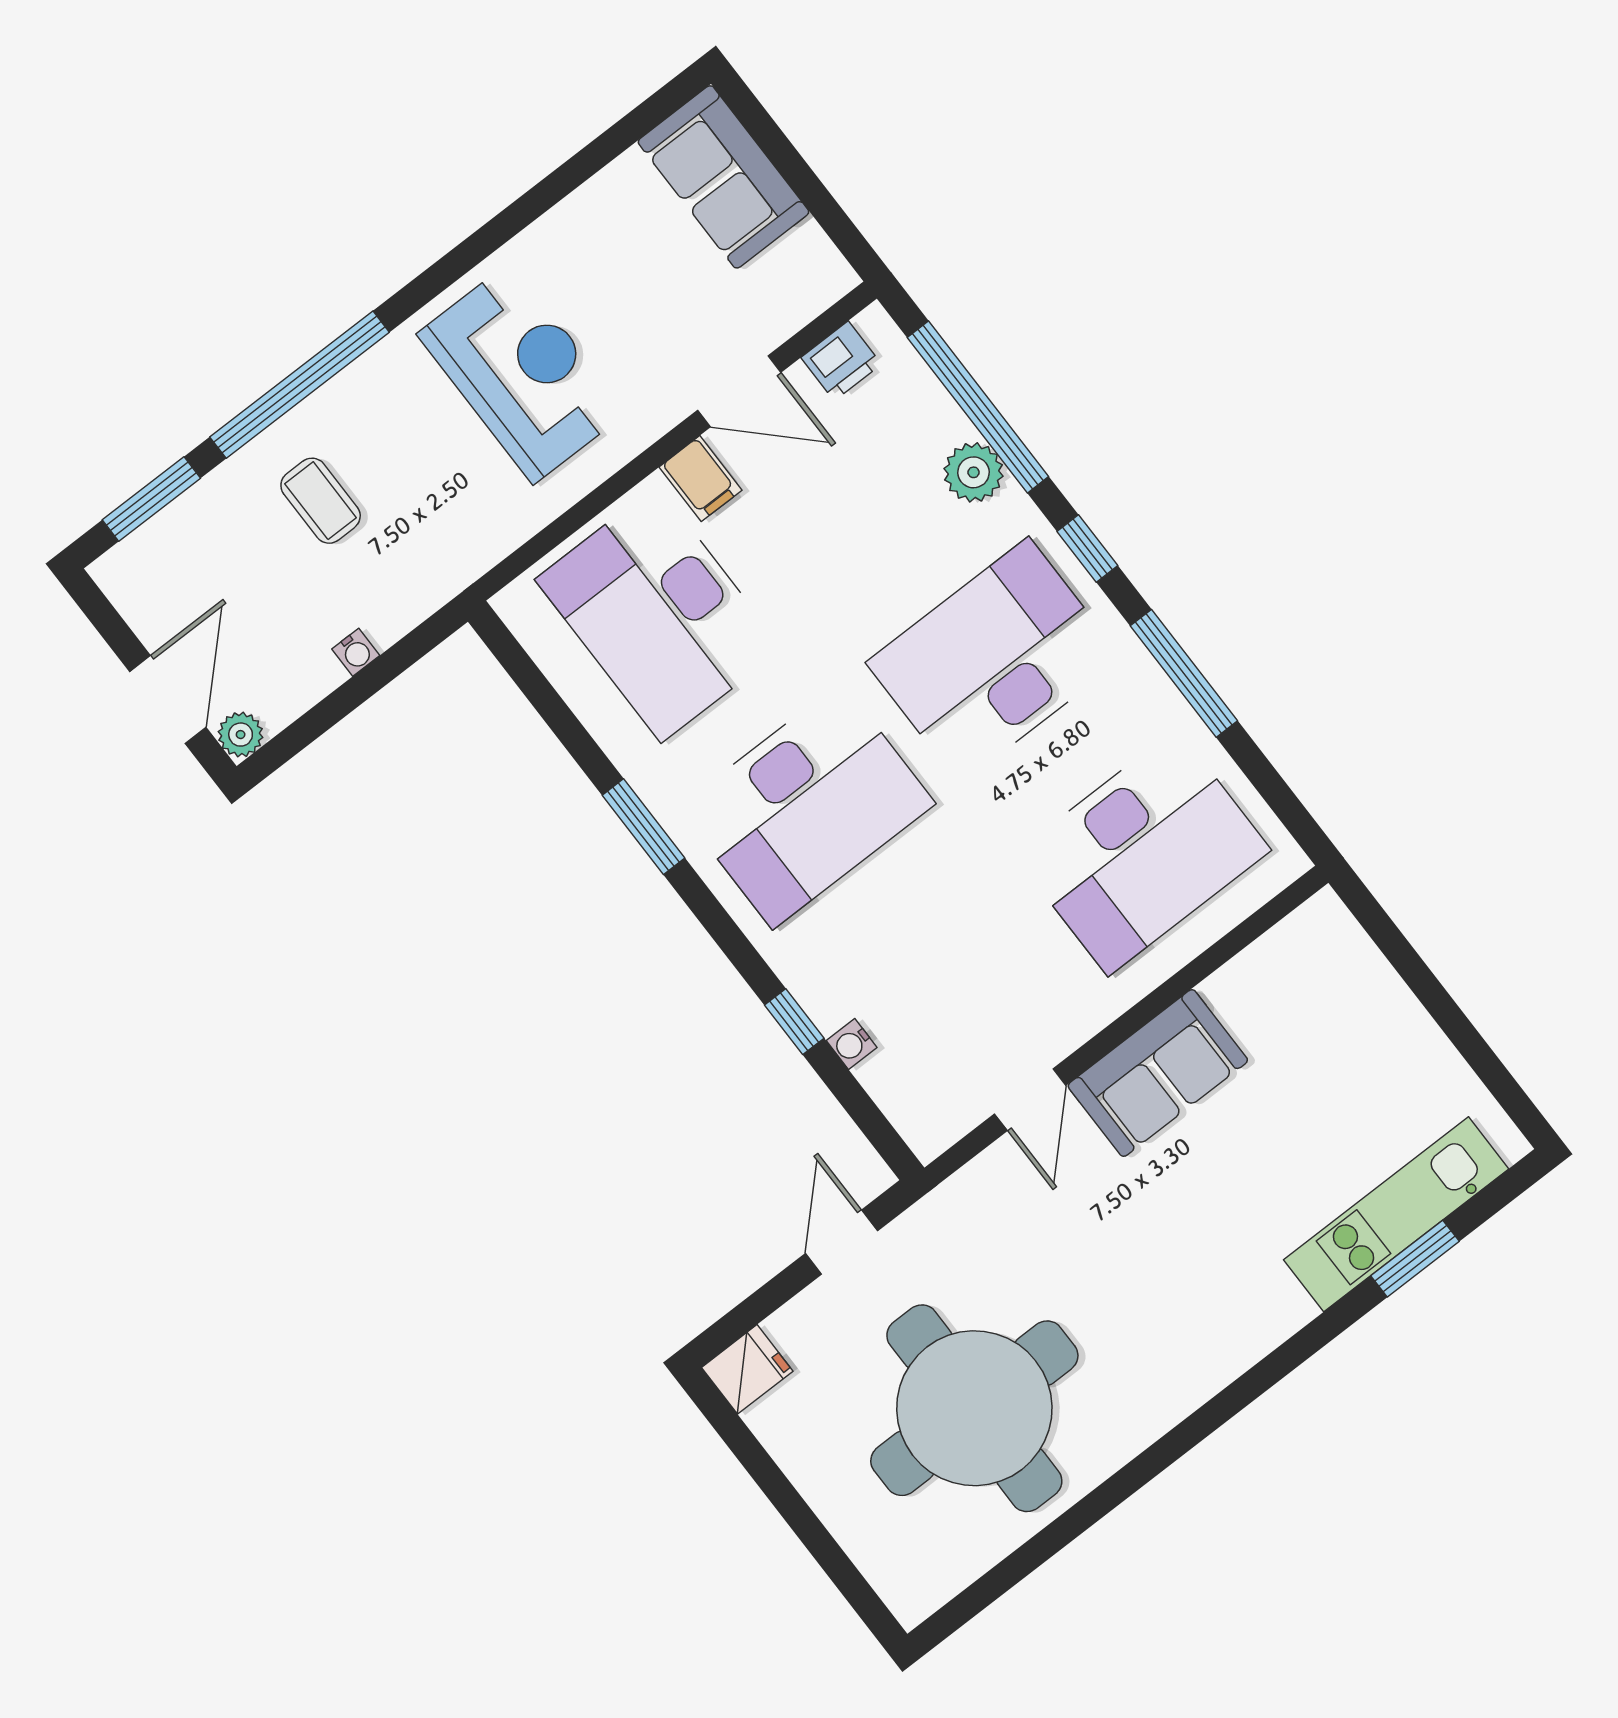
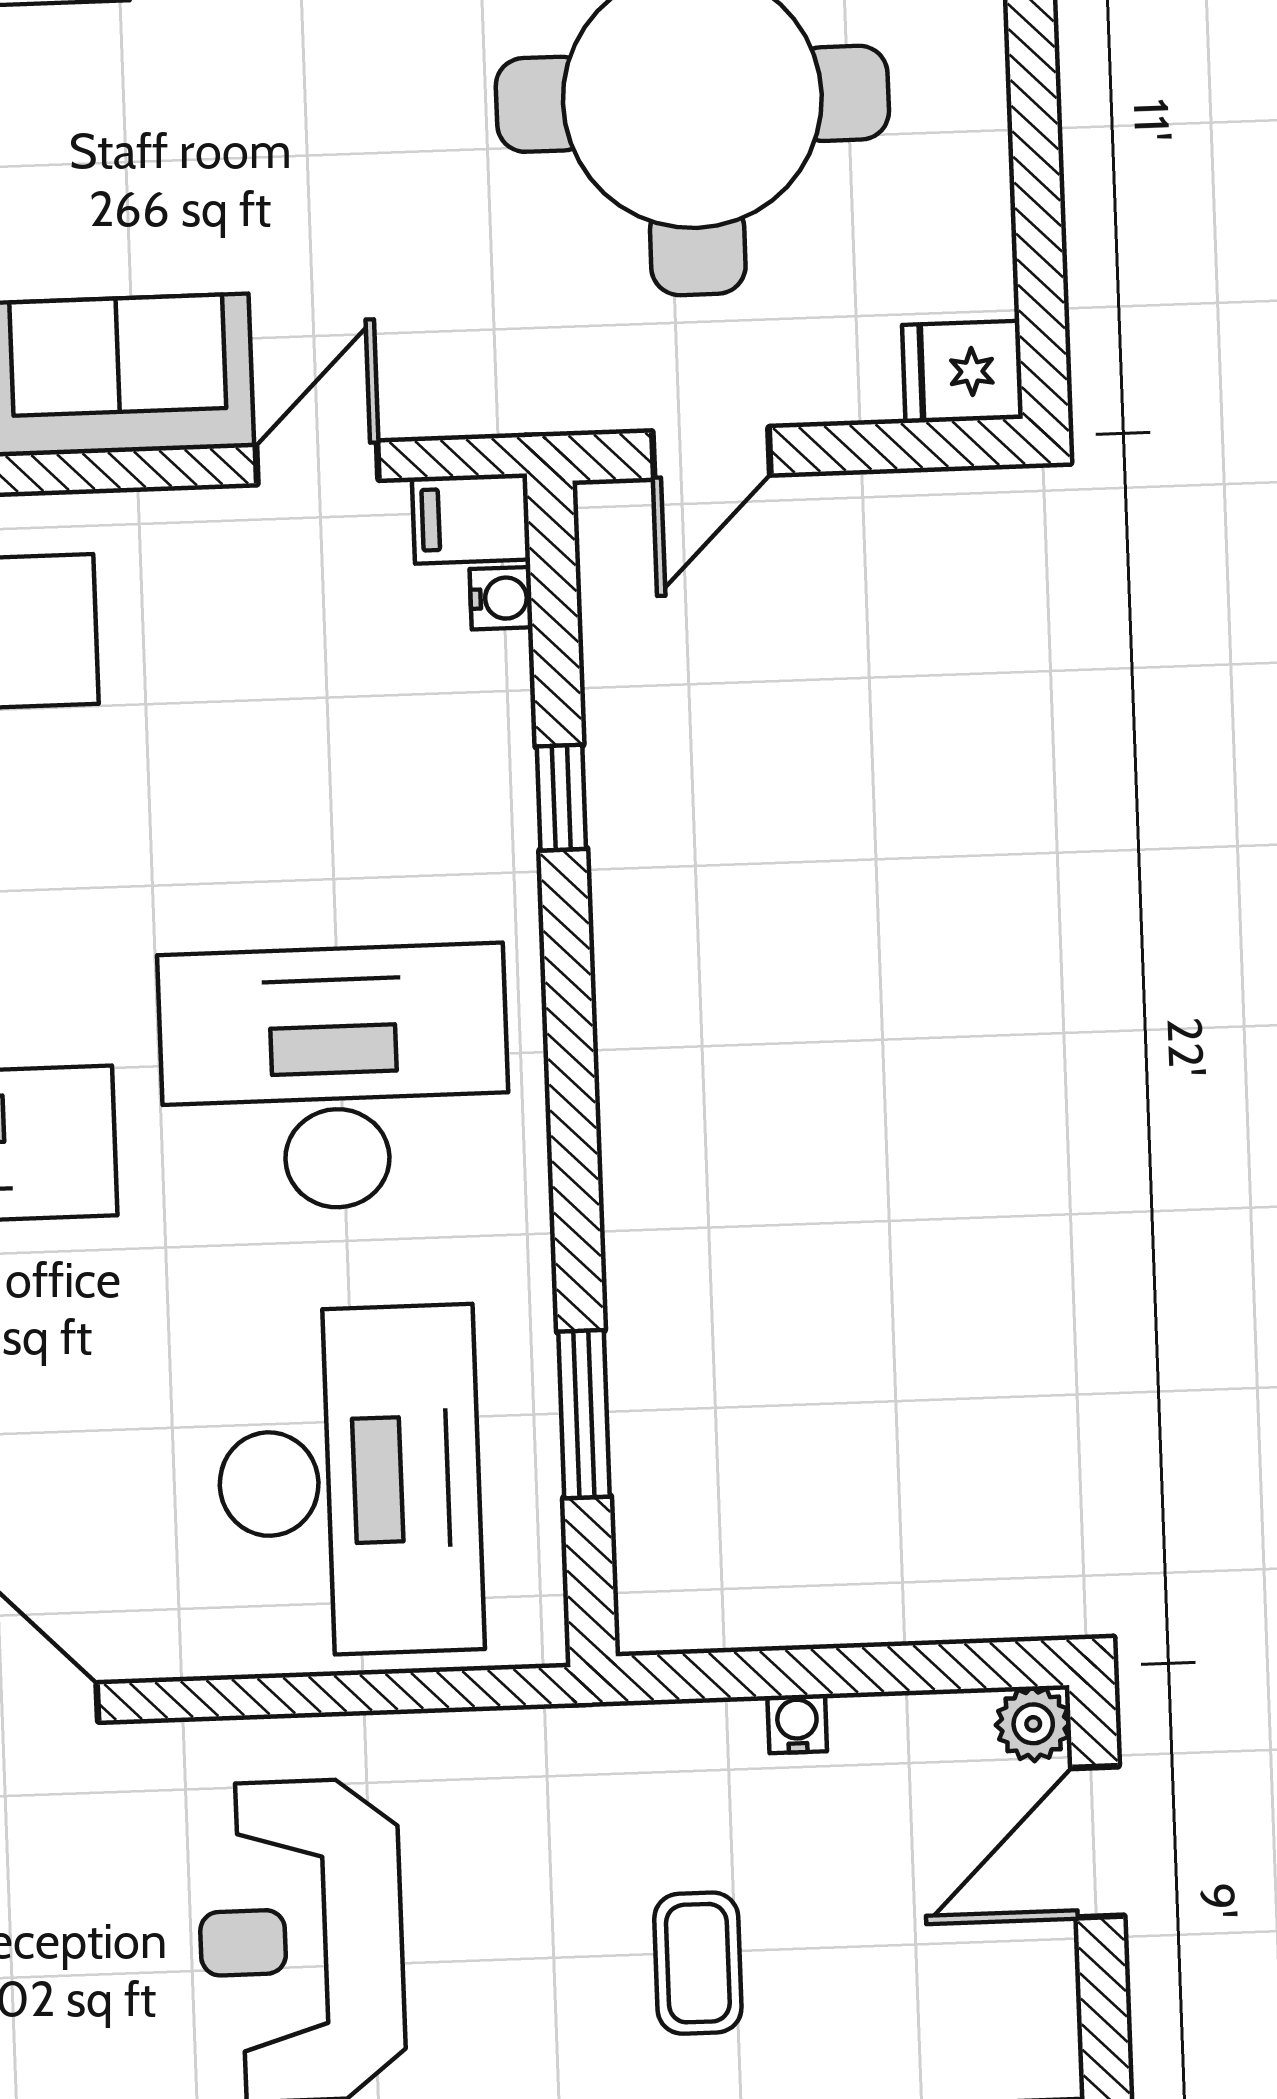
filing cabinet: (701, 479) -> (471, 519), moved, turned -90
window: (644, 827) -> (584, 1414), moved
water cooler: (852, 1044) -> (501, 598), moved

